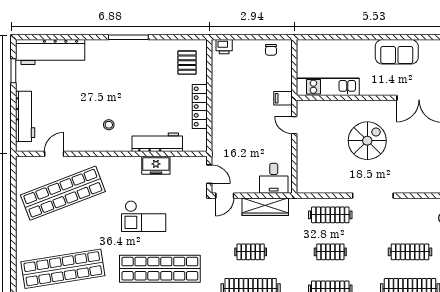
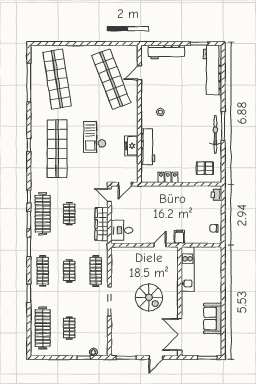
bicycle: (140, 48) -> (215, 134), added
locker: (200, 106) -> (168, 177), width x0.66
door: (54, 154) -> (139, 73), swing flipped
clothes rail: (410, 252) -> (69, 328), width x0.73

